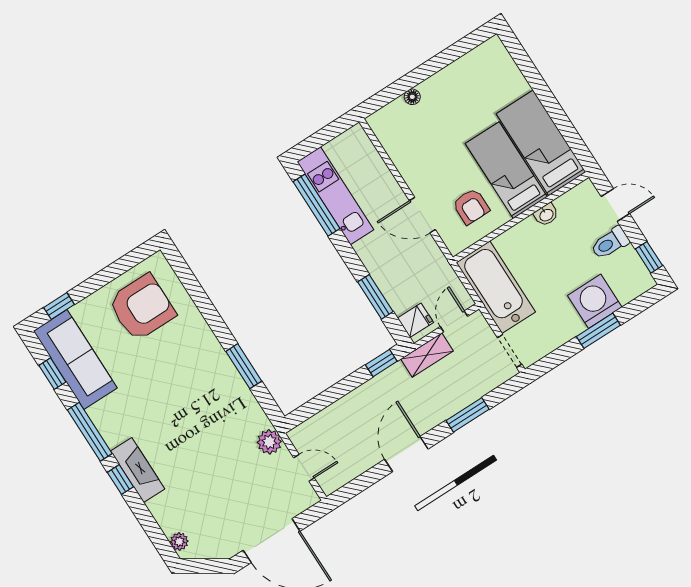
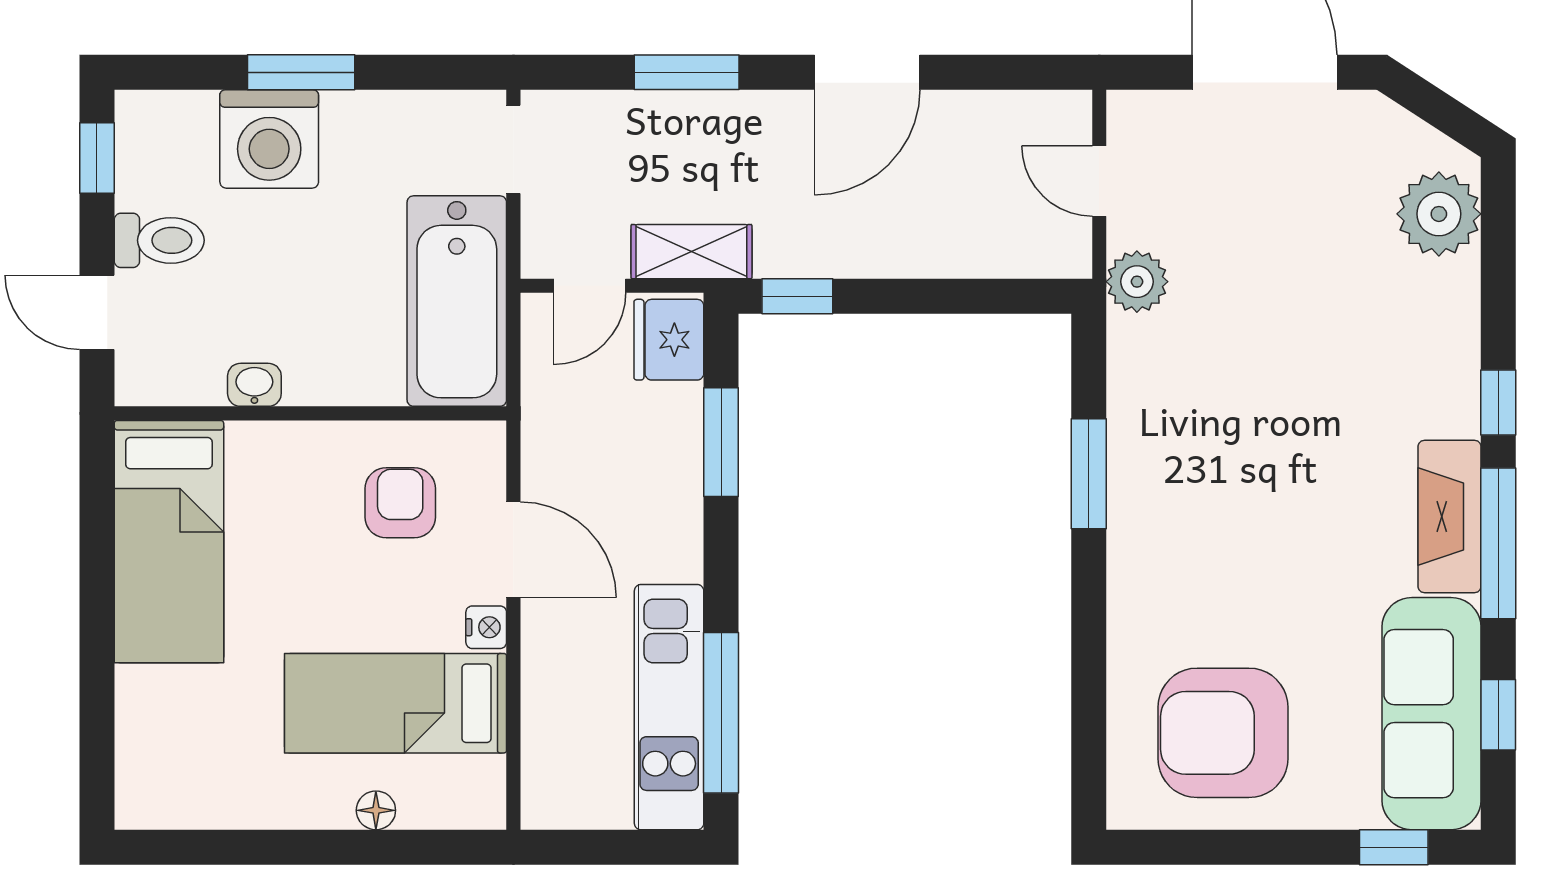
bed: (506, 170) -> (396, 703), moved, turned 90
nightstand: (415, 183) -> (486, 627), added
fridge: (415, 320) -> (669, 340), width x1.38
fireplace: (138, 470) -> (1450, 516), moved
plant: (179, 541) -> (1439, 214), width x1.88, depth x1.88

